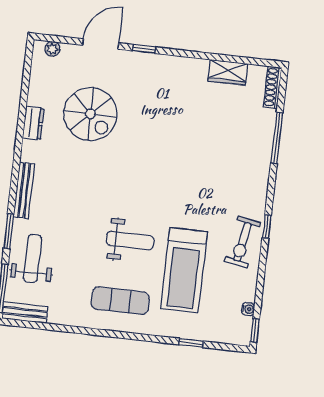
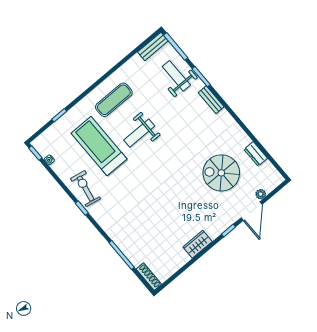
plant: (52, 49) -> (261, 194), moved
wardrobe: (228, 72) -> (198, 244), moved
dresser: (33, 123) -> (256, 154), moved
bench: (24, 190) -> (211, 100), width x0.73
weight bench: (33, 258) -> (176, 76), turned 180

